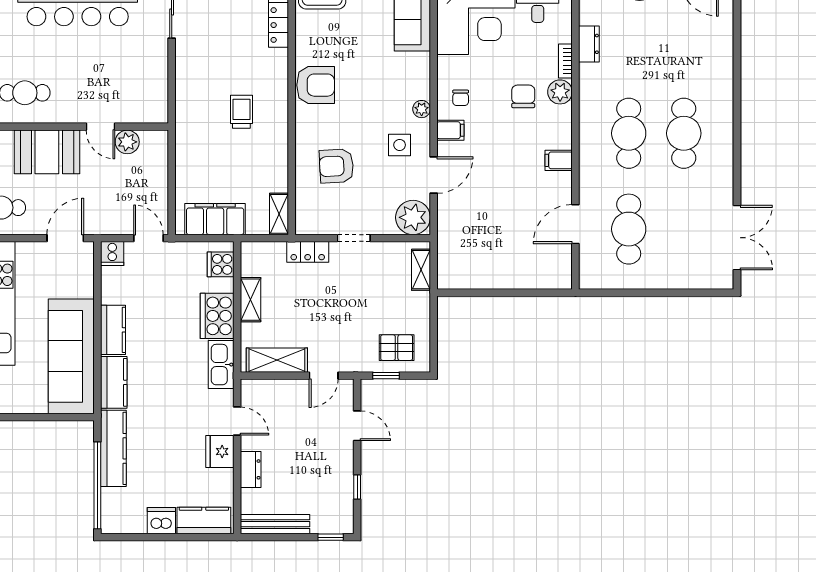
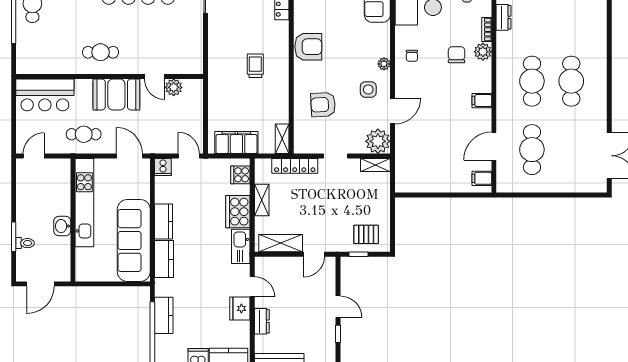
filing cabinet: (450, 130) -> (482, 178), moved, turned 180
door: (65, 238) -> (129, 156), hinge flipped
locker: (308, 252) -> (295, 166), width x1.53
shelving: (421, 270) -> (375, 165), moved, turned 90
door: (357, 426) -> (338, 307), moved
kitchen counter: (113, 448) -> (164, 315), width x0.67

